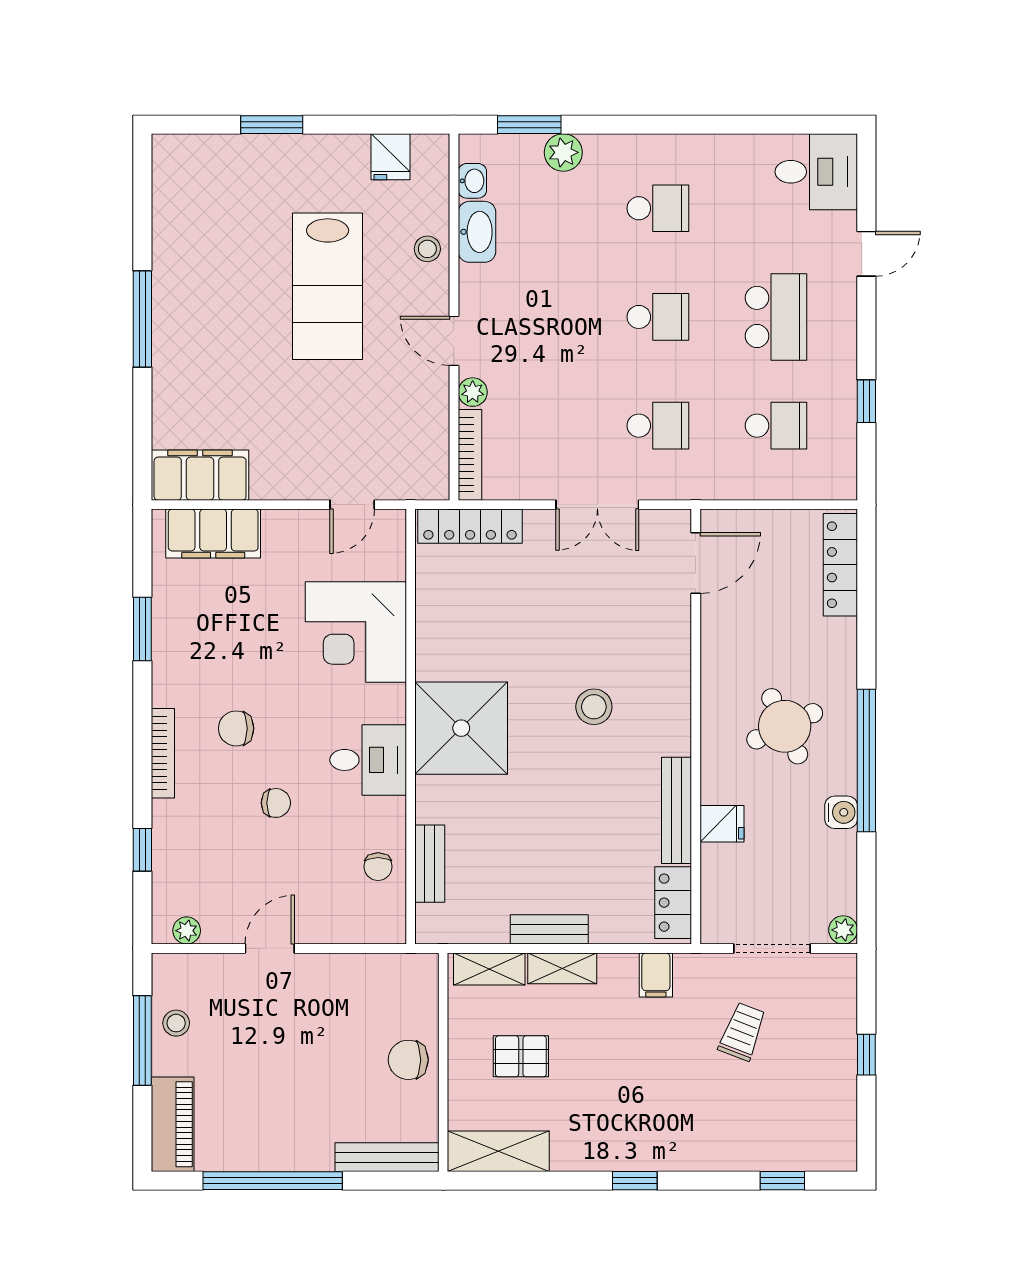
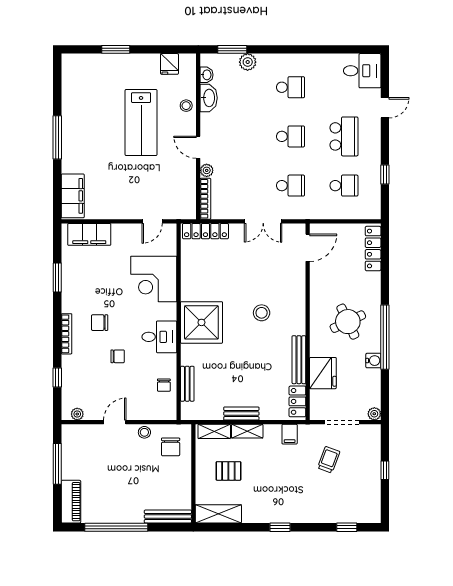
filing cabinet: (200, 475) -> (73, 196), moved, turned 90
fridge: (722, 824) -> (323, 373), width x1.88, depth x1.34
stool: (176, 1023) -> (144, 432), moved
chair: (408, 1060) -> (171, 447), moved, turned -90

